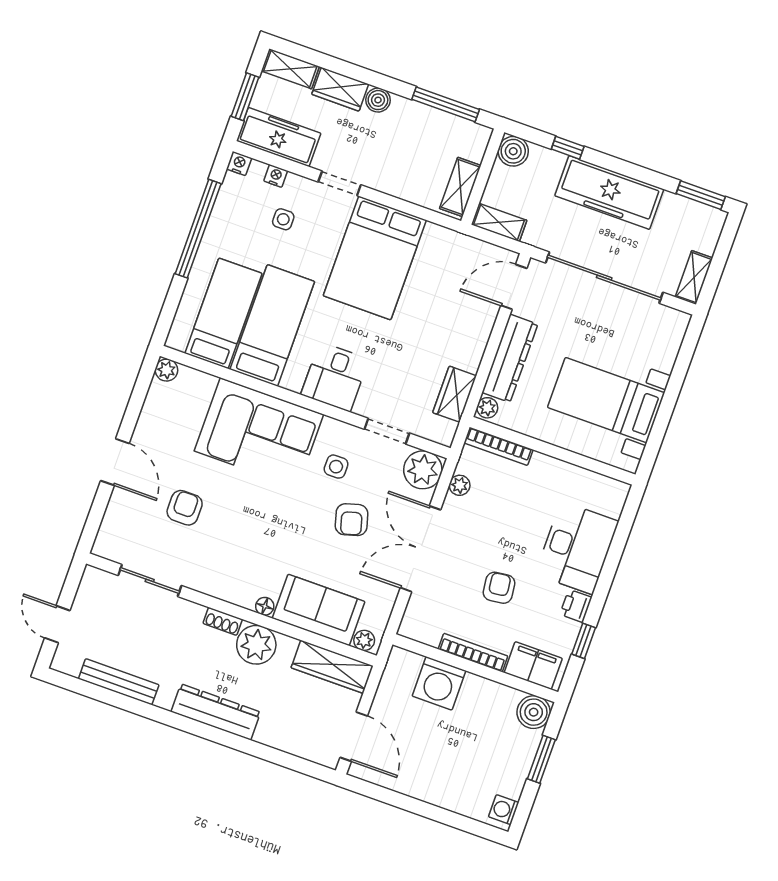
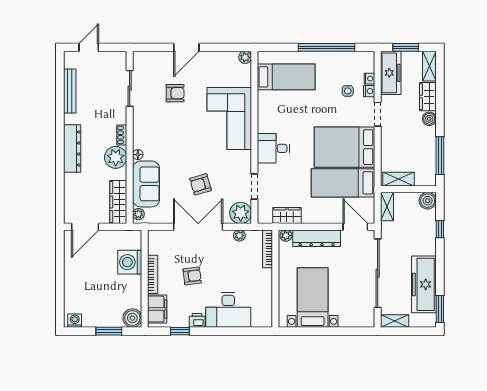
nightstand: (239, 163) -> (369, 91), moved
freezer: (609, 193) -> (424, 284), moved
bed: (272, 325) -> (343, 183), moved, turned 180
side table: (336, 467) -> (226, 166), removed

